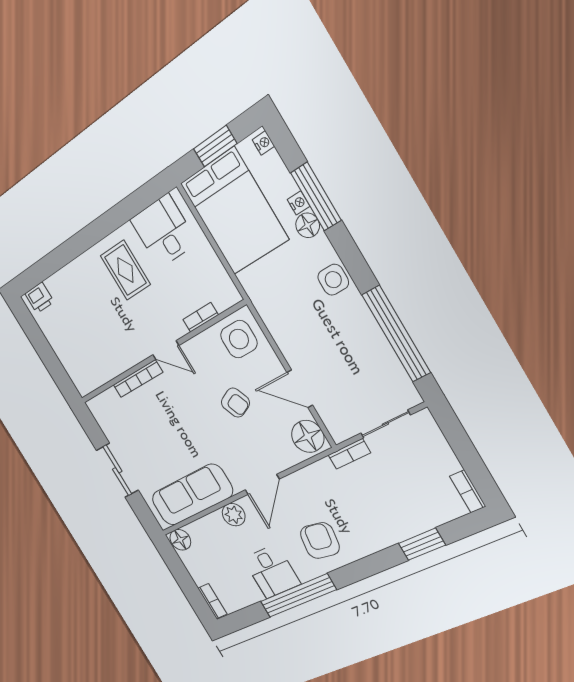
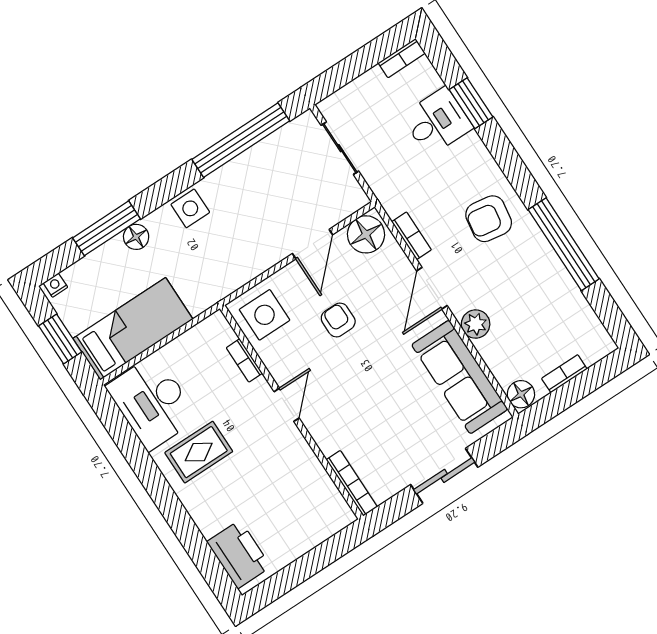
nightstand: (299, 203) -> (114, 247), removed
bed: (234, 211) -> (133, 329), width x0.67
desk: (164, 231) -> (152, 402), width x1.37
printer: (40, 298) -> (239, 554), width x1.87, depth x1.48
bookcase: (138, 379) -> (352, 483), moved
armchair: (235, 403) -> (338, 320), turned -66
bookcase: (349, 454) -> (411, 236), moved
door: (262, 485) -> (432, 288), swing flipped
desk: (272, 571) -> (437, 122), moved
bookcase: (212, 601) -> (564, 374), moved

